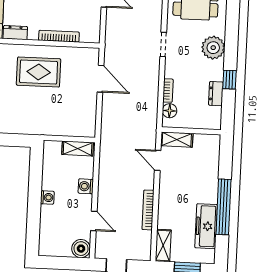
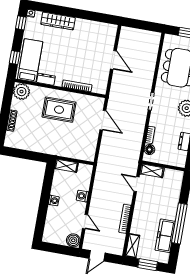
shelving: (78, 148) -> (66, 166), moved

